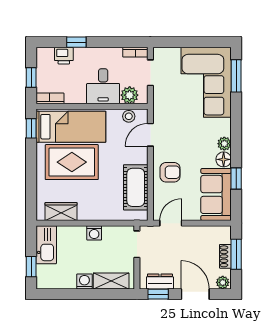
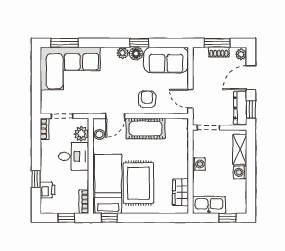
door: (150, 135) -> (115, 116), hinge flipped
window: (236, 179) -> (139, 43), moved
cot: (136, 187) -> (146, 129), moved
dresser: (160, 281) -> (240, 108), width x1.44

